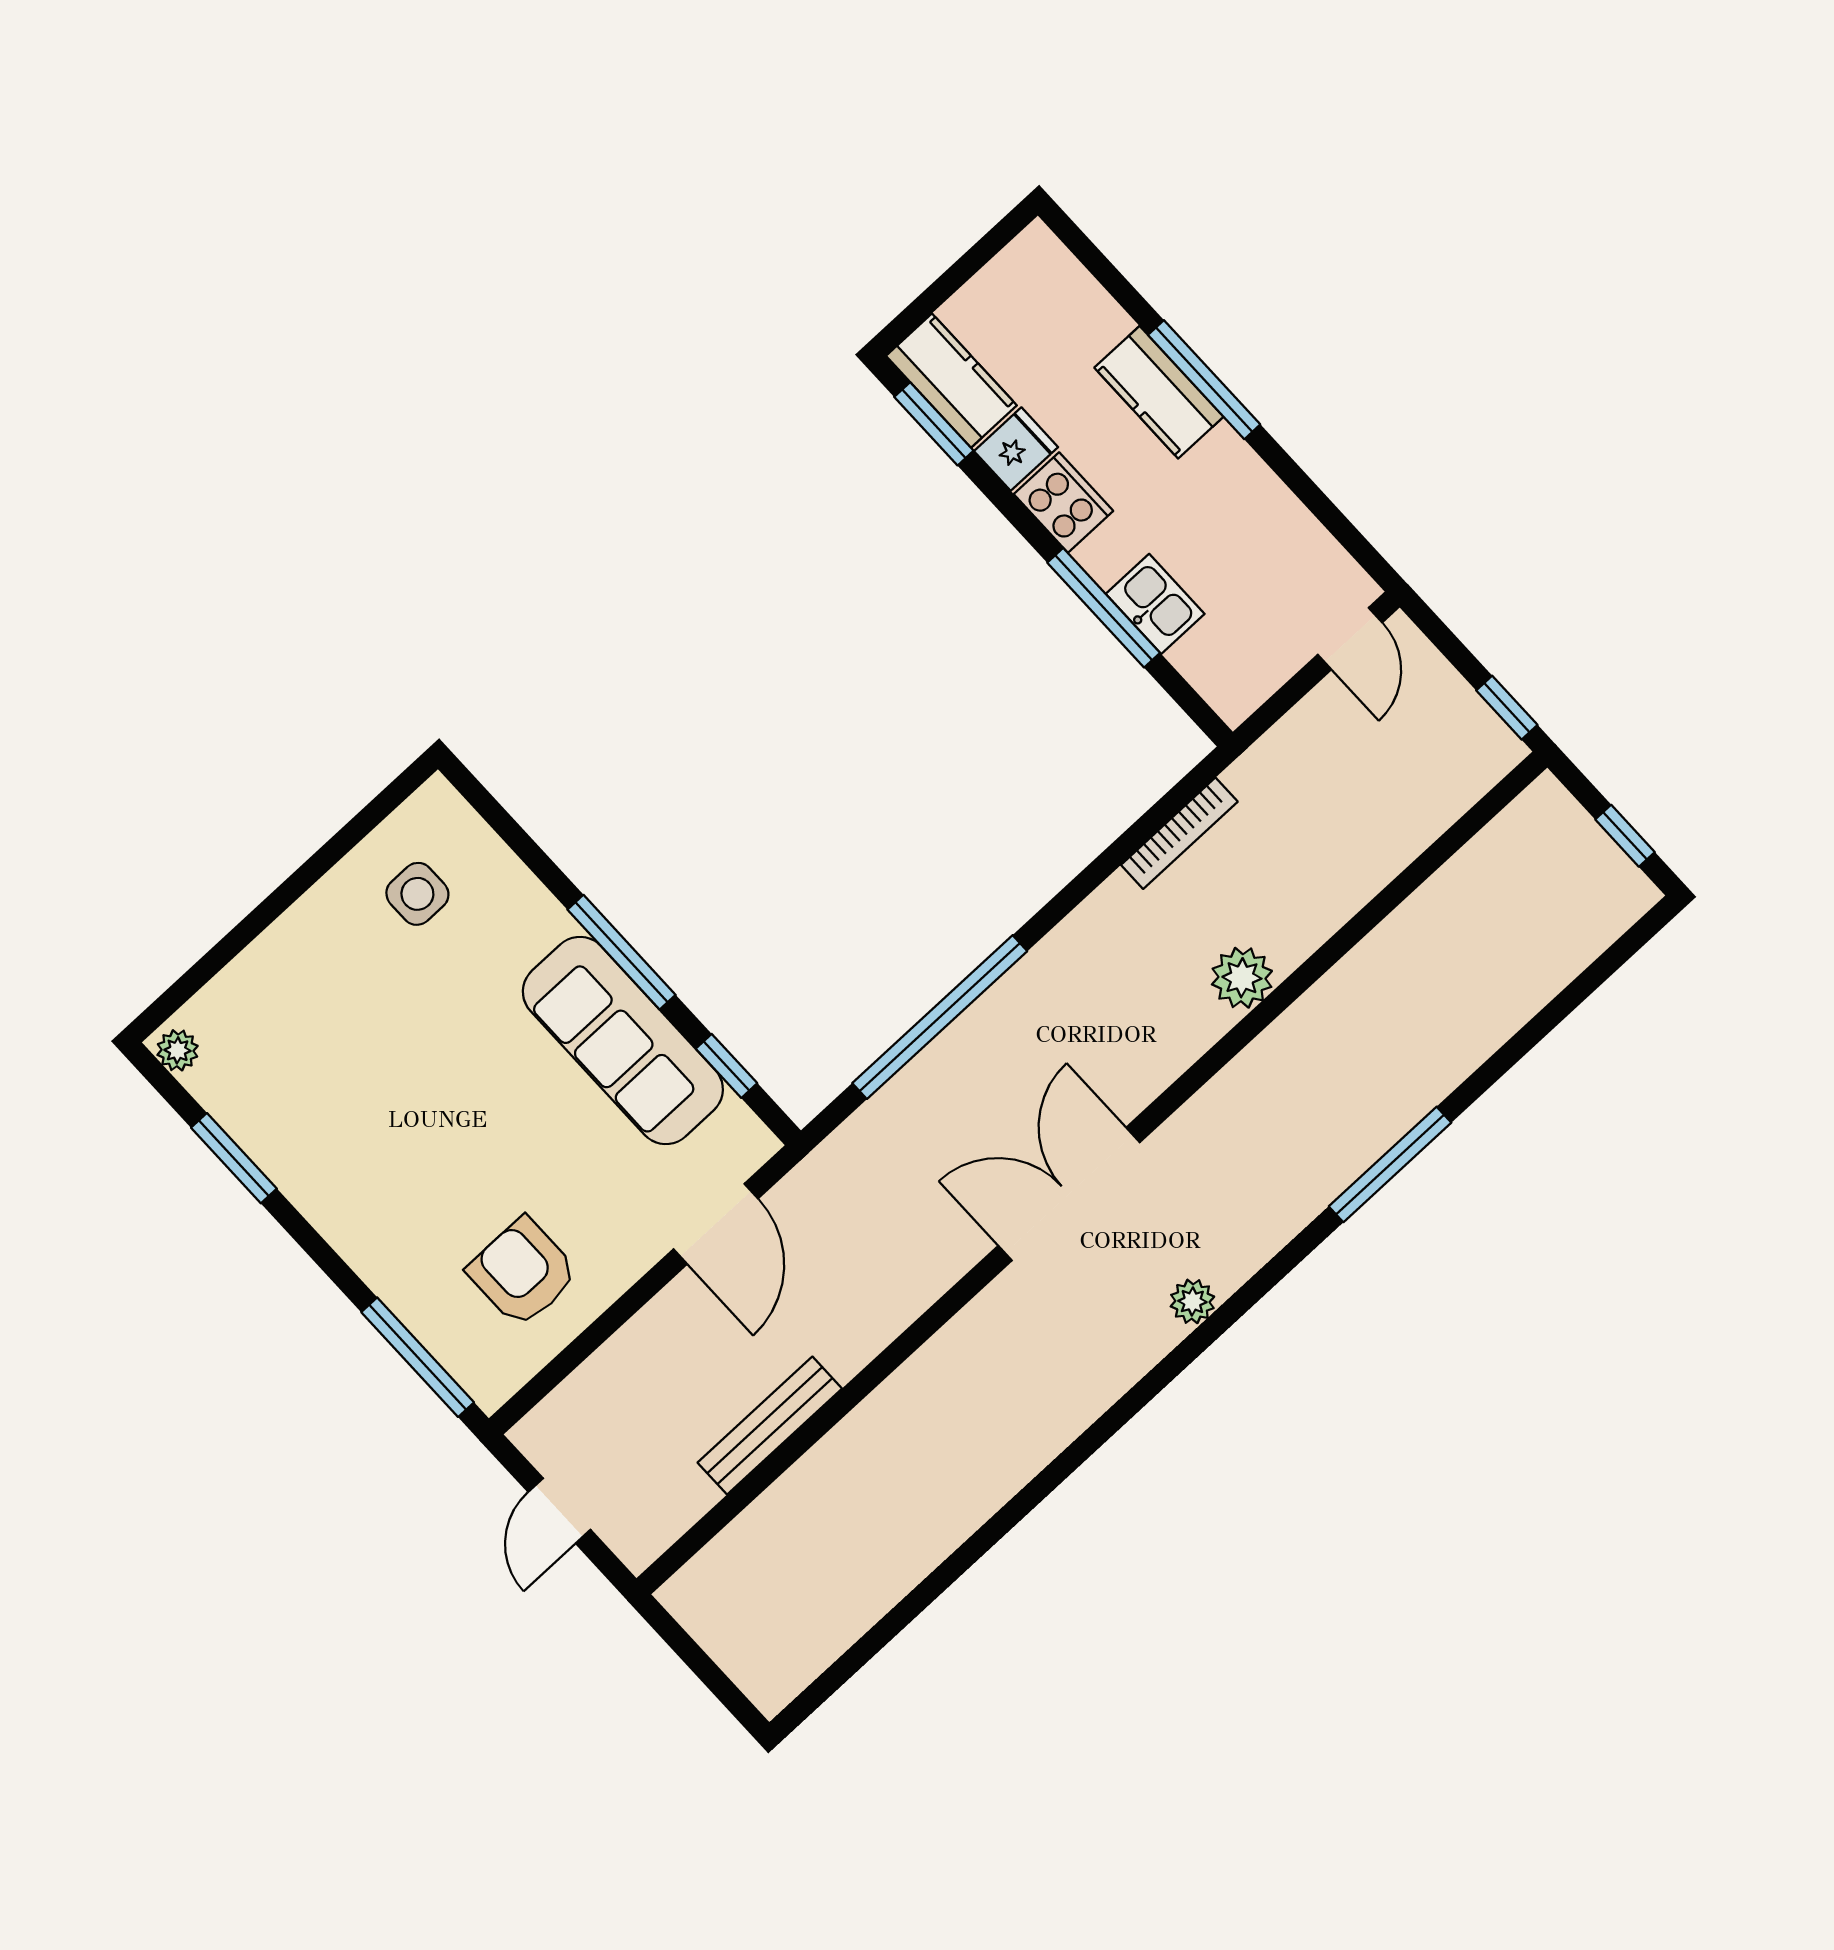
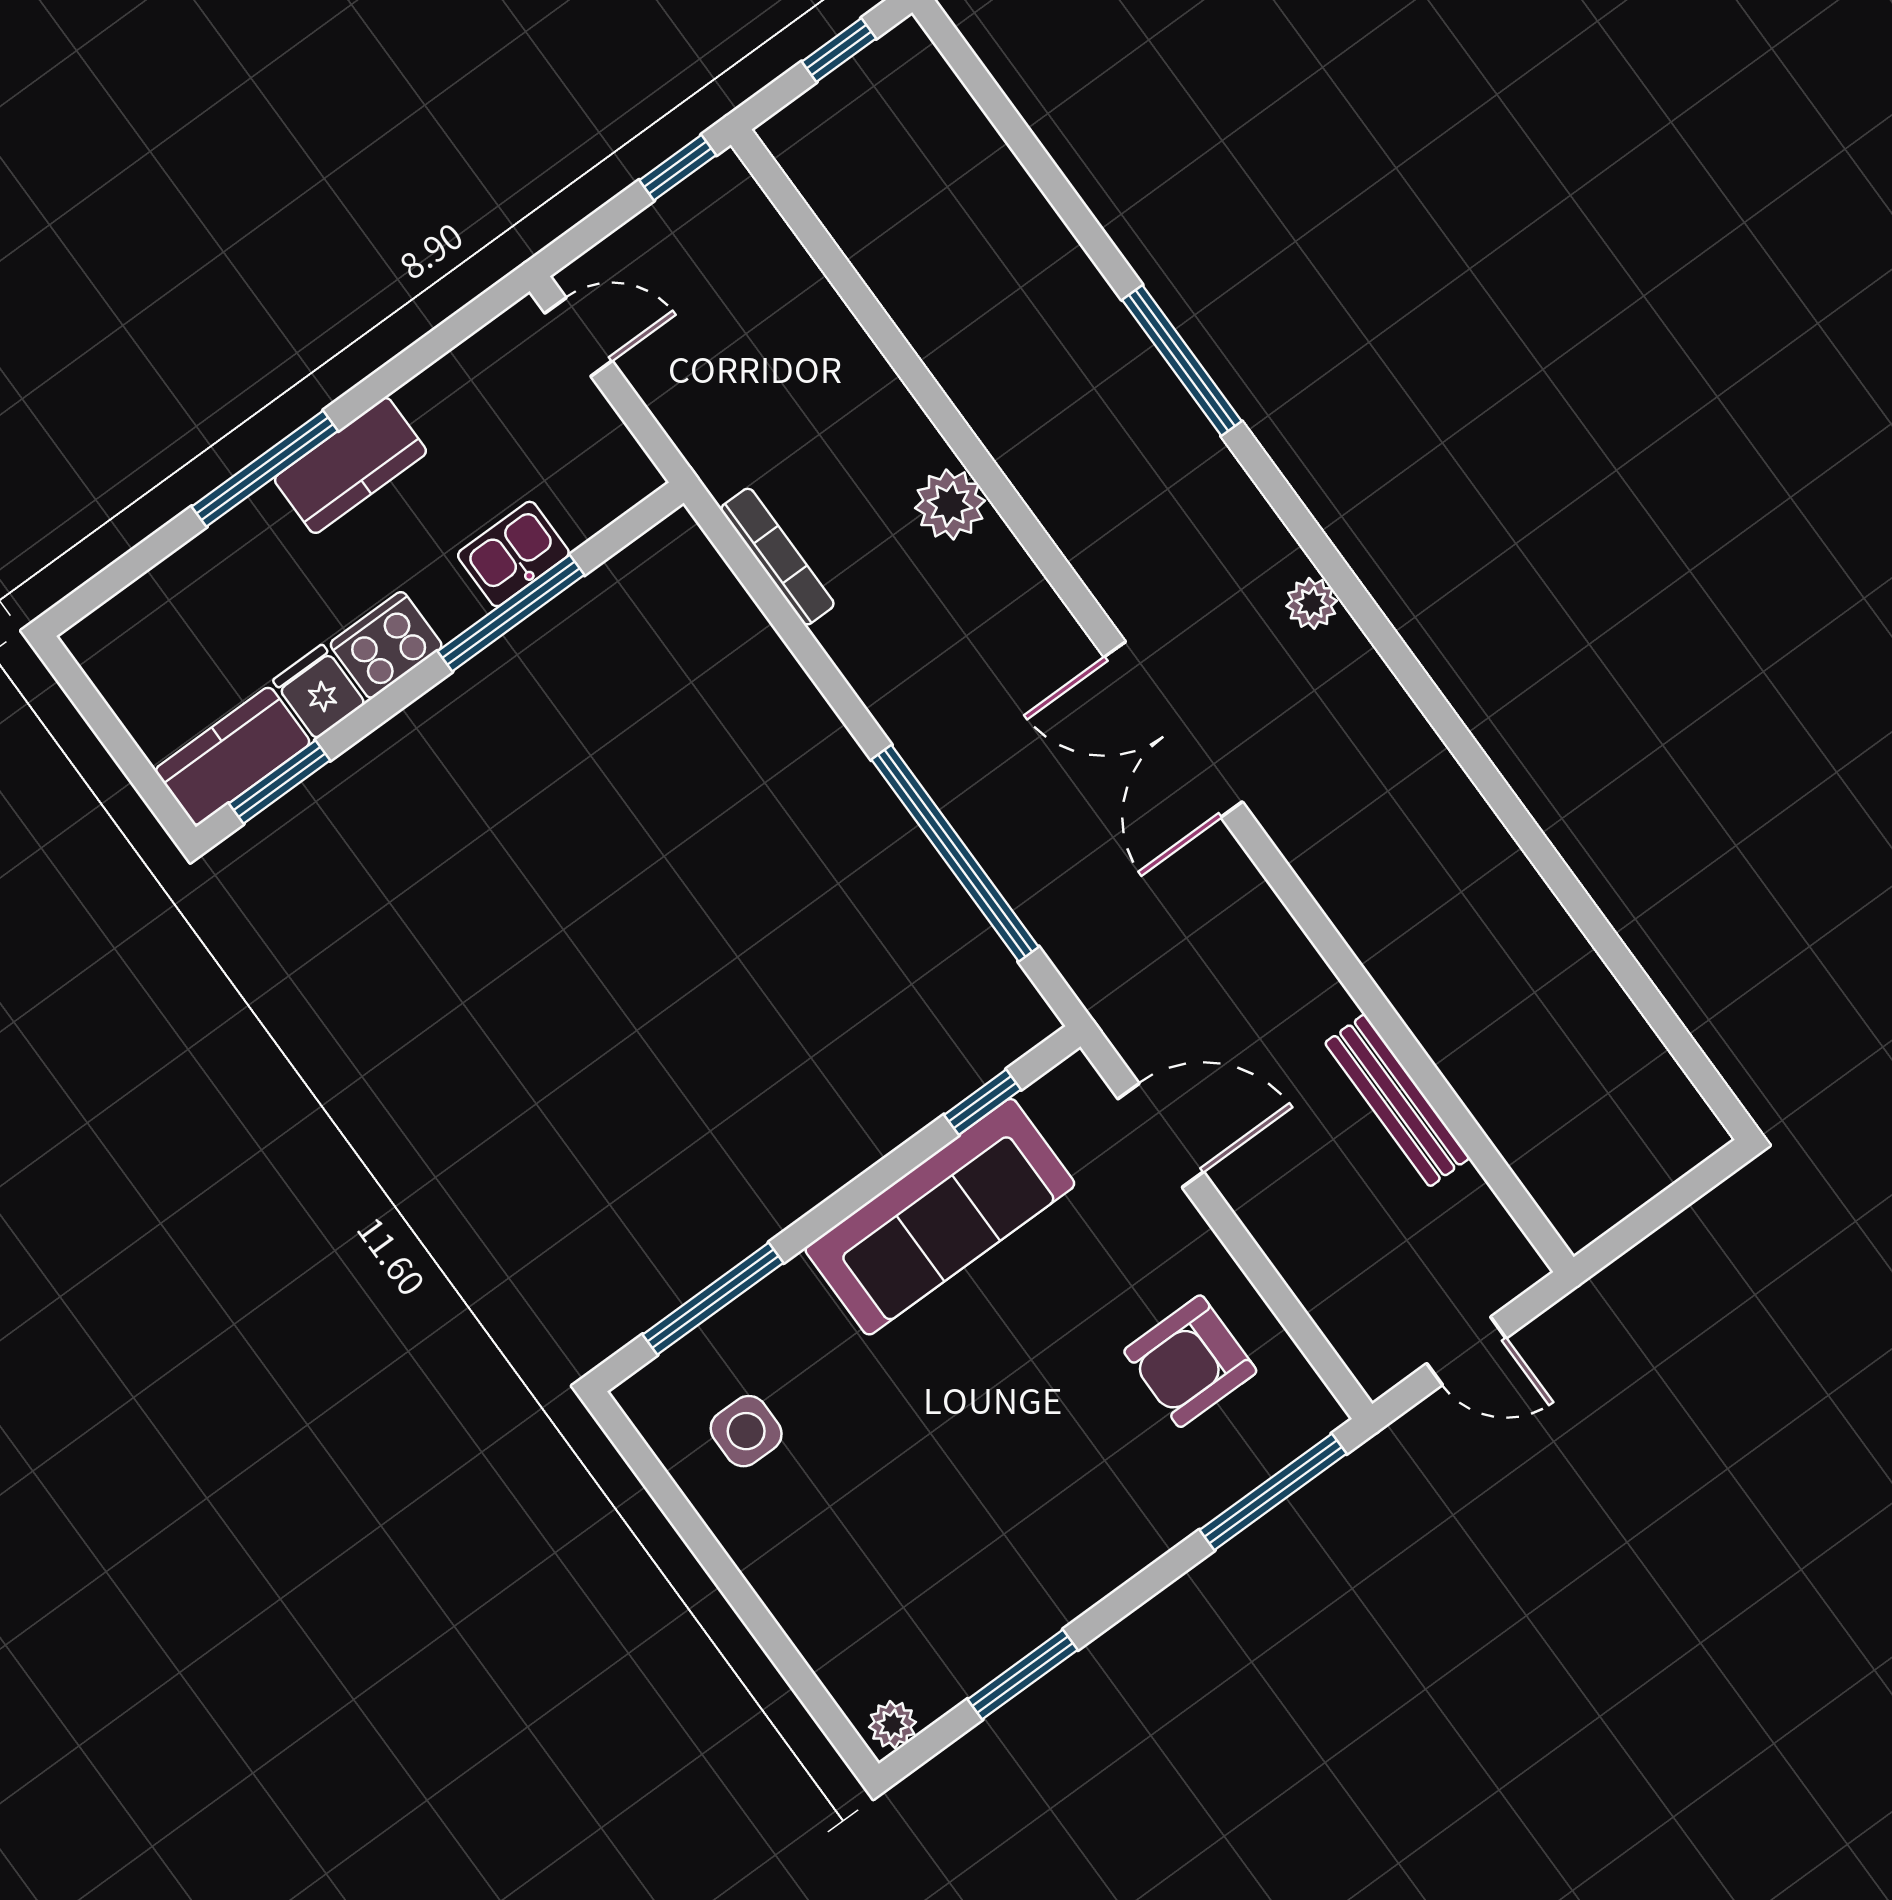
kitchen counter: (1159, 392) -> (350, 465), moved
window: (622, 952) -> (713, 1299), moved

